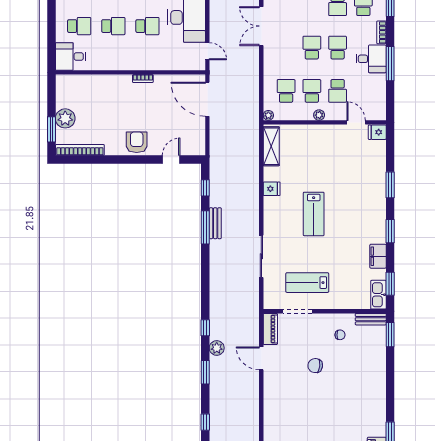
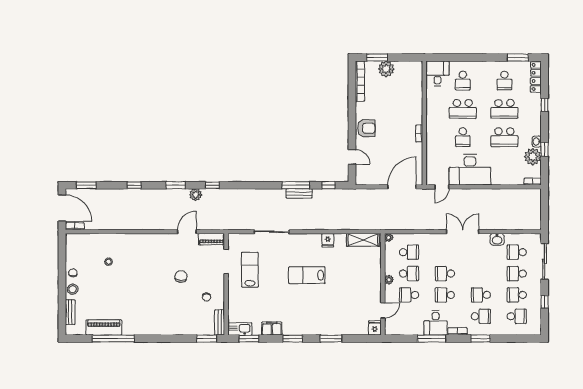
school desk: (113, 26) -> (463, 109), width x1.85
school desk: (312, 48) -> (445, 274), turned 180
school desk: (338, 48) -> (445, 295), turned 180

